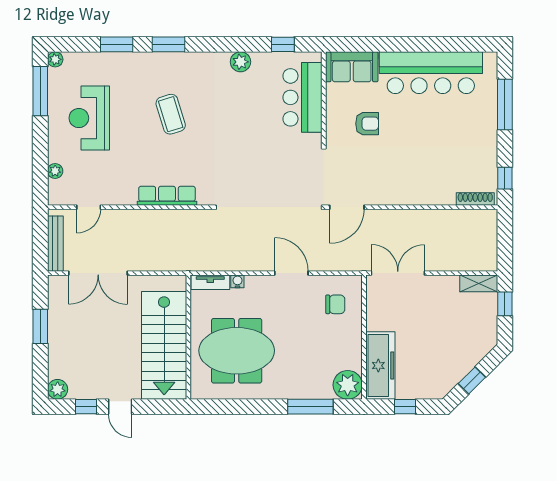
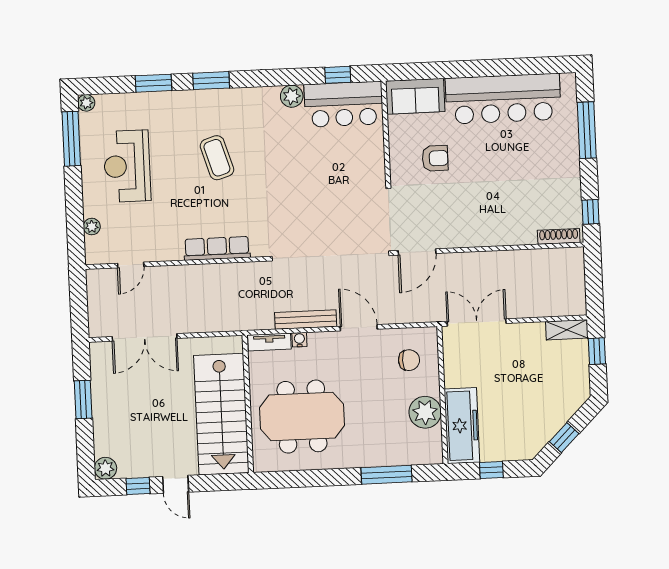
bar counter: (303, 97) -> (344, 104), moved, turned -90
bench: (55, 244) -> (306, 320), moved, turned 90
plant: (348, 385) -> (425, 412), moved

